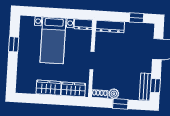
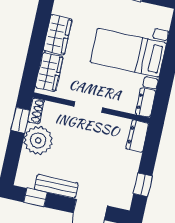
dresser: (110, 26) -> (137, 136), width x0.70
bench: (145, 87) -> (56, 186), moved
plant: (114, 94) -> (38, 140), width x1.88, depth x1.88
window: (120, 104) -> (20, 120), moved

